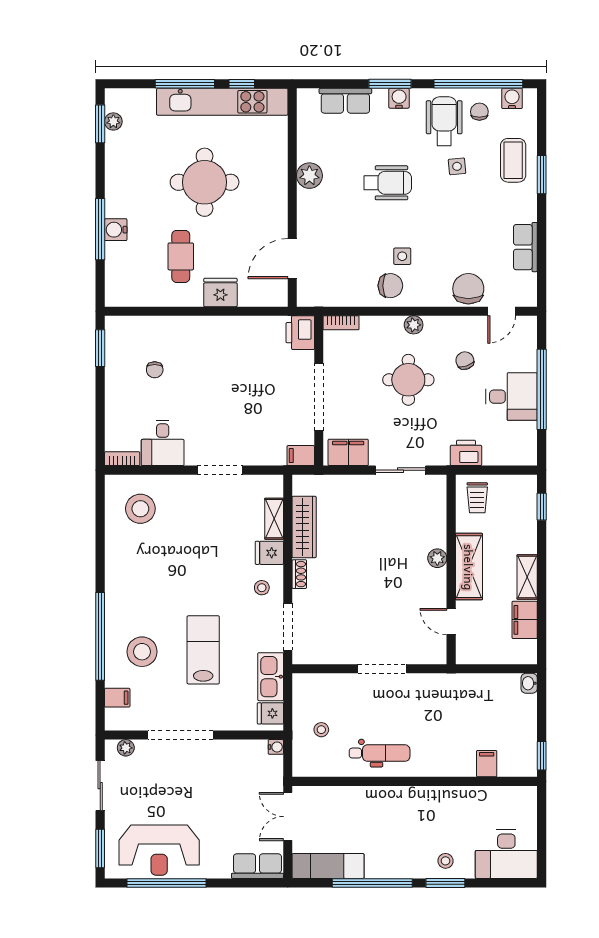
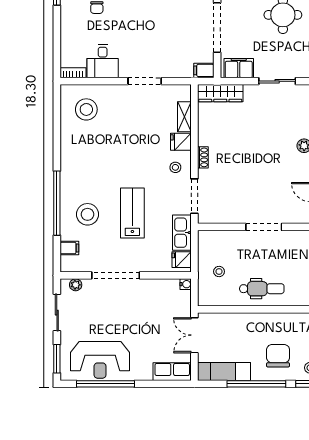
wardrobe: (304, 527) -> (220, 93), moved, turned 90
chair: (402, 845) -> (278, 356), added

